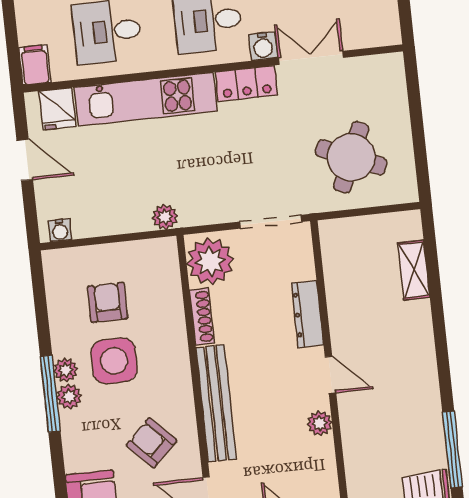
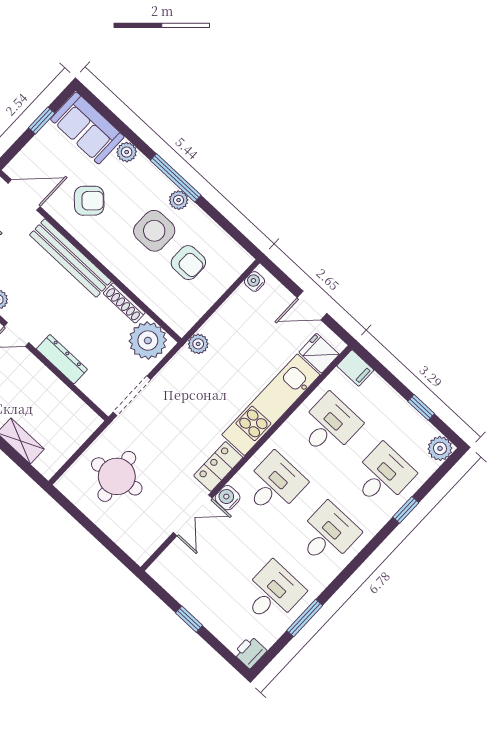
round table: (351, 157) -> (117, 476), turned -33
plant: (69, 397) -> (127, 152), moved

